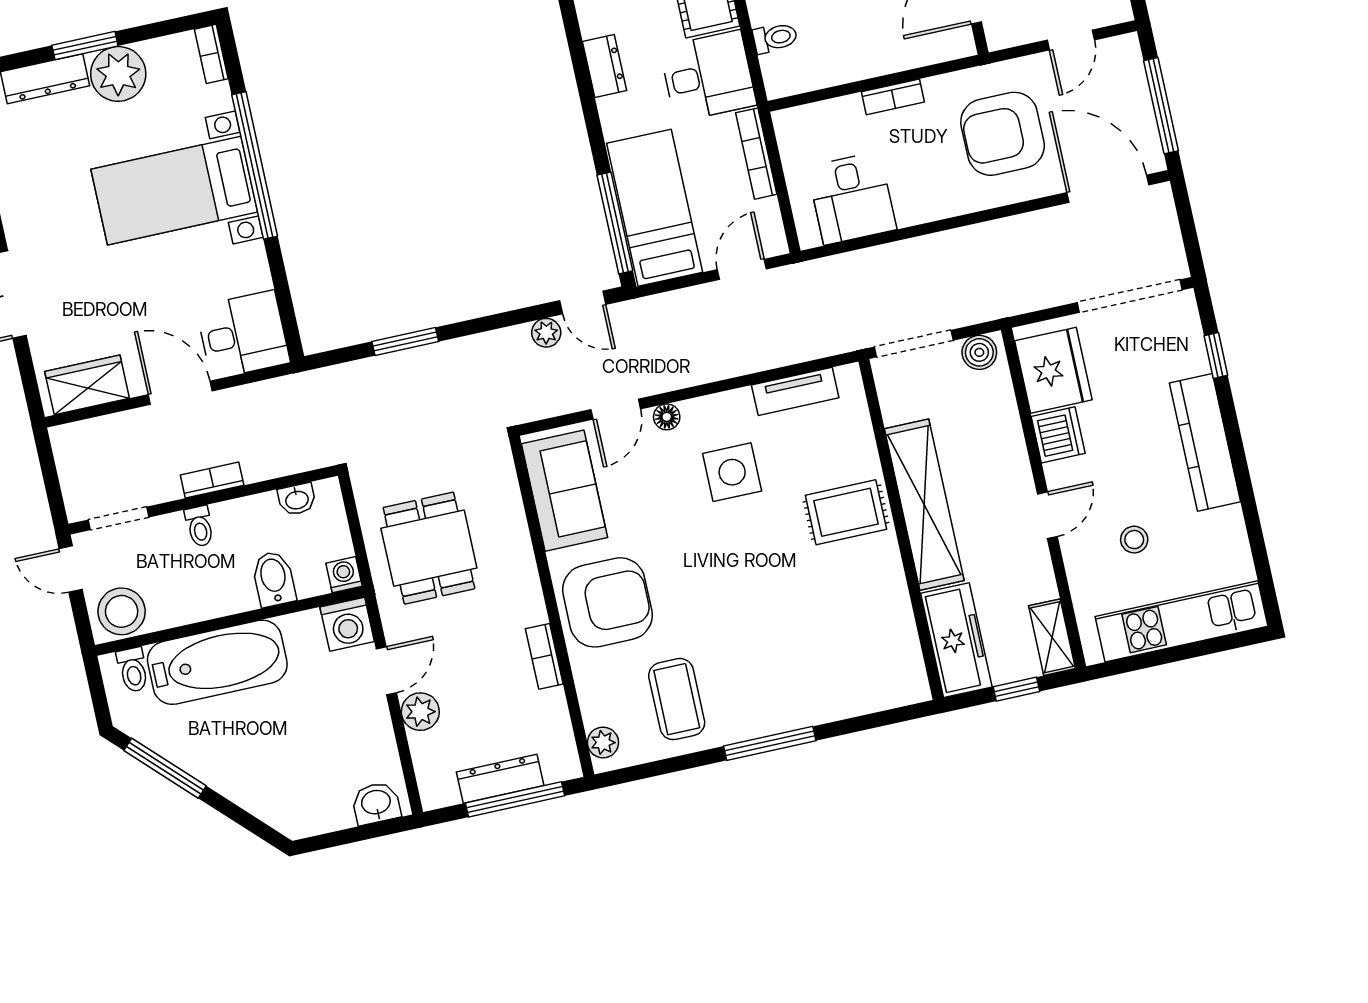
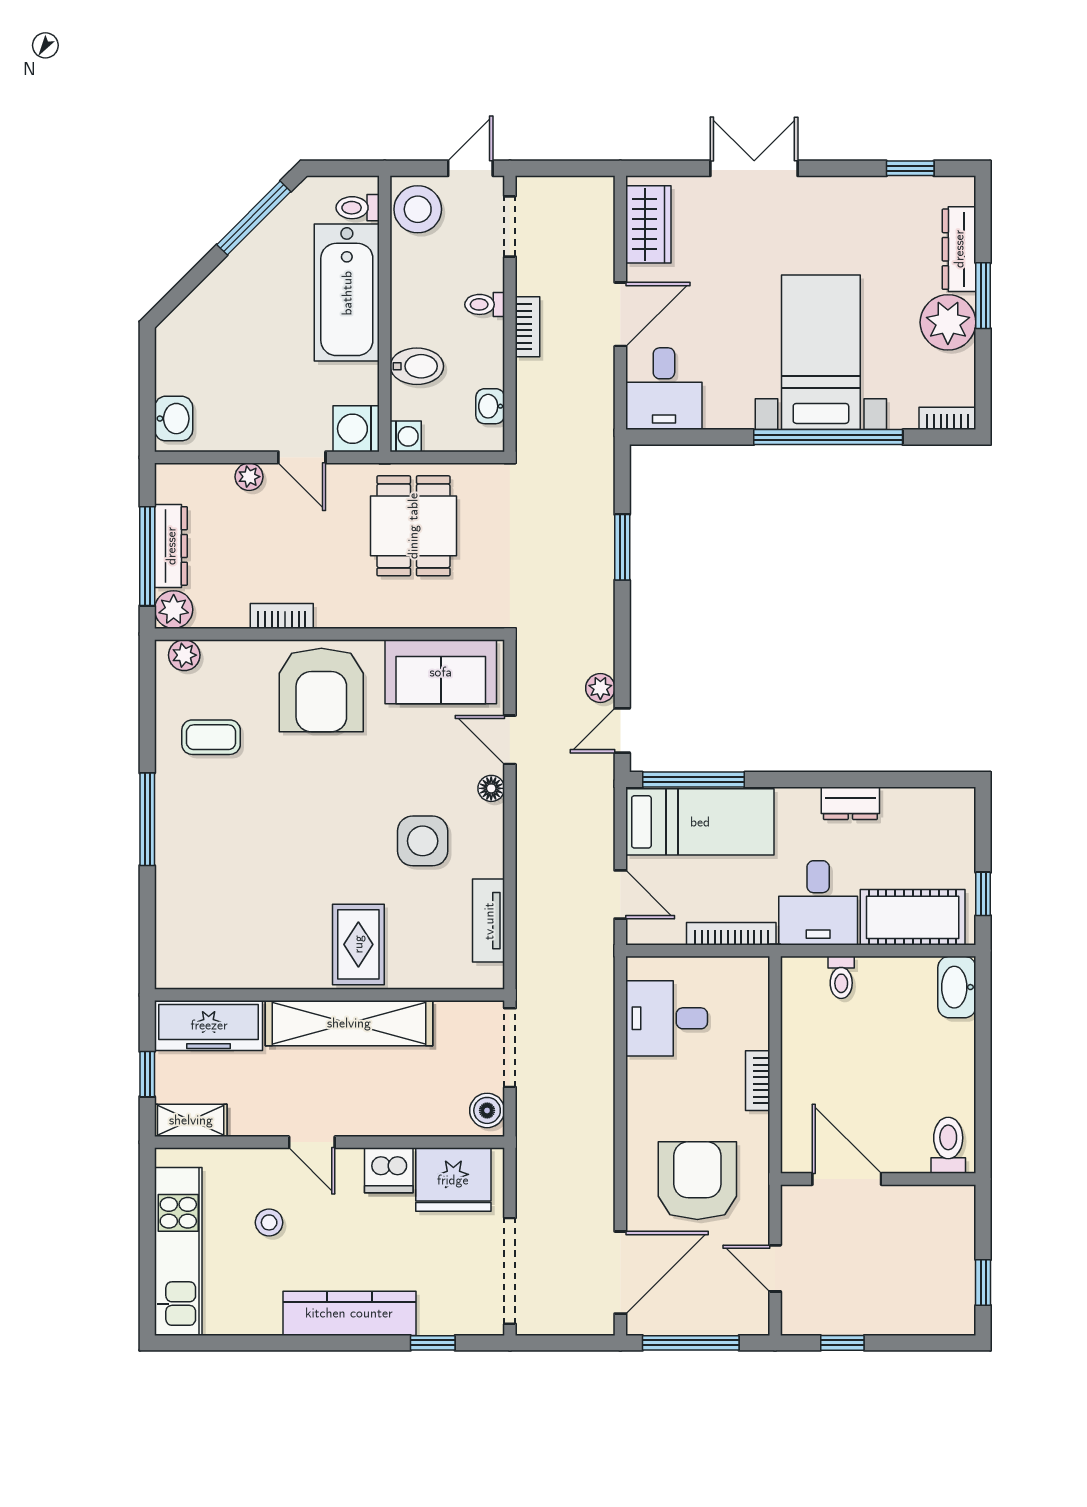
dining table: (429, 548) -> (413, 526), turned 90
coffee table: (677, 699) -> (211, 737), width x0.73, depth x0.77
plant: (420, 712) -> (249, 477), width x0.73, depth x0.73
plant: (561, 763) -> (174, 610), added

